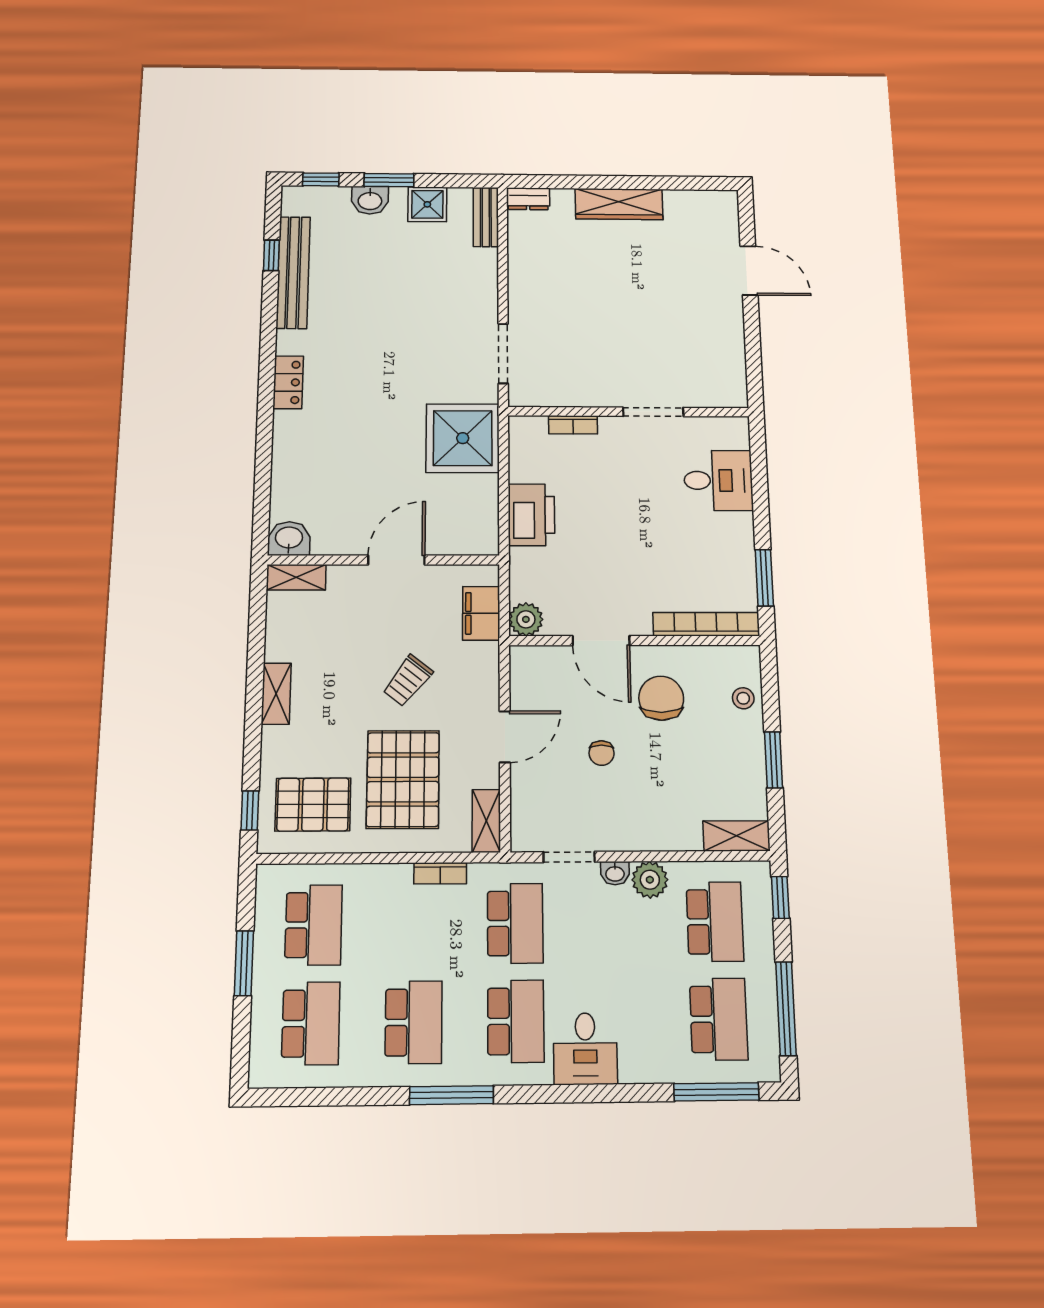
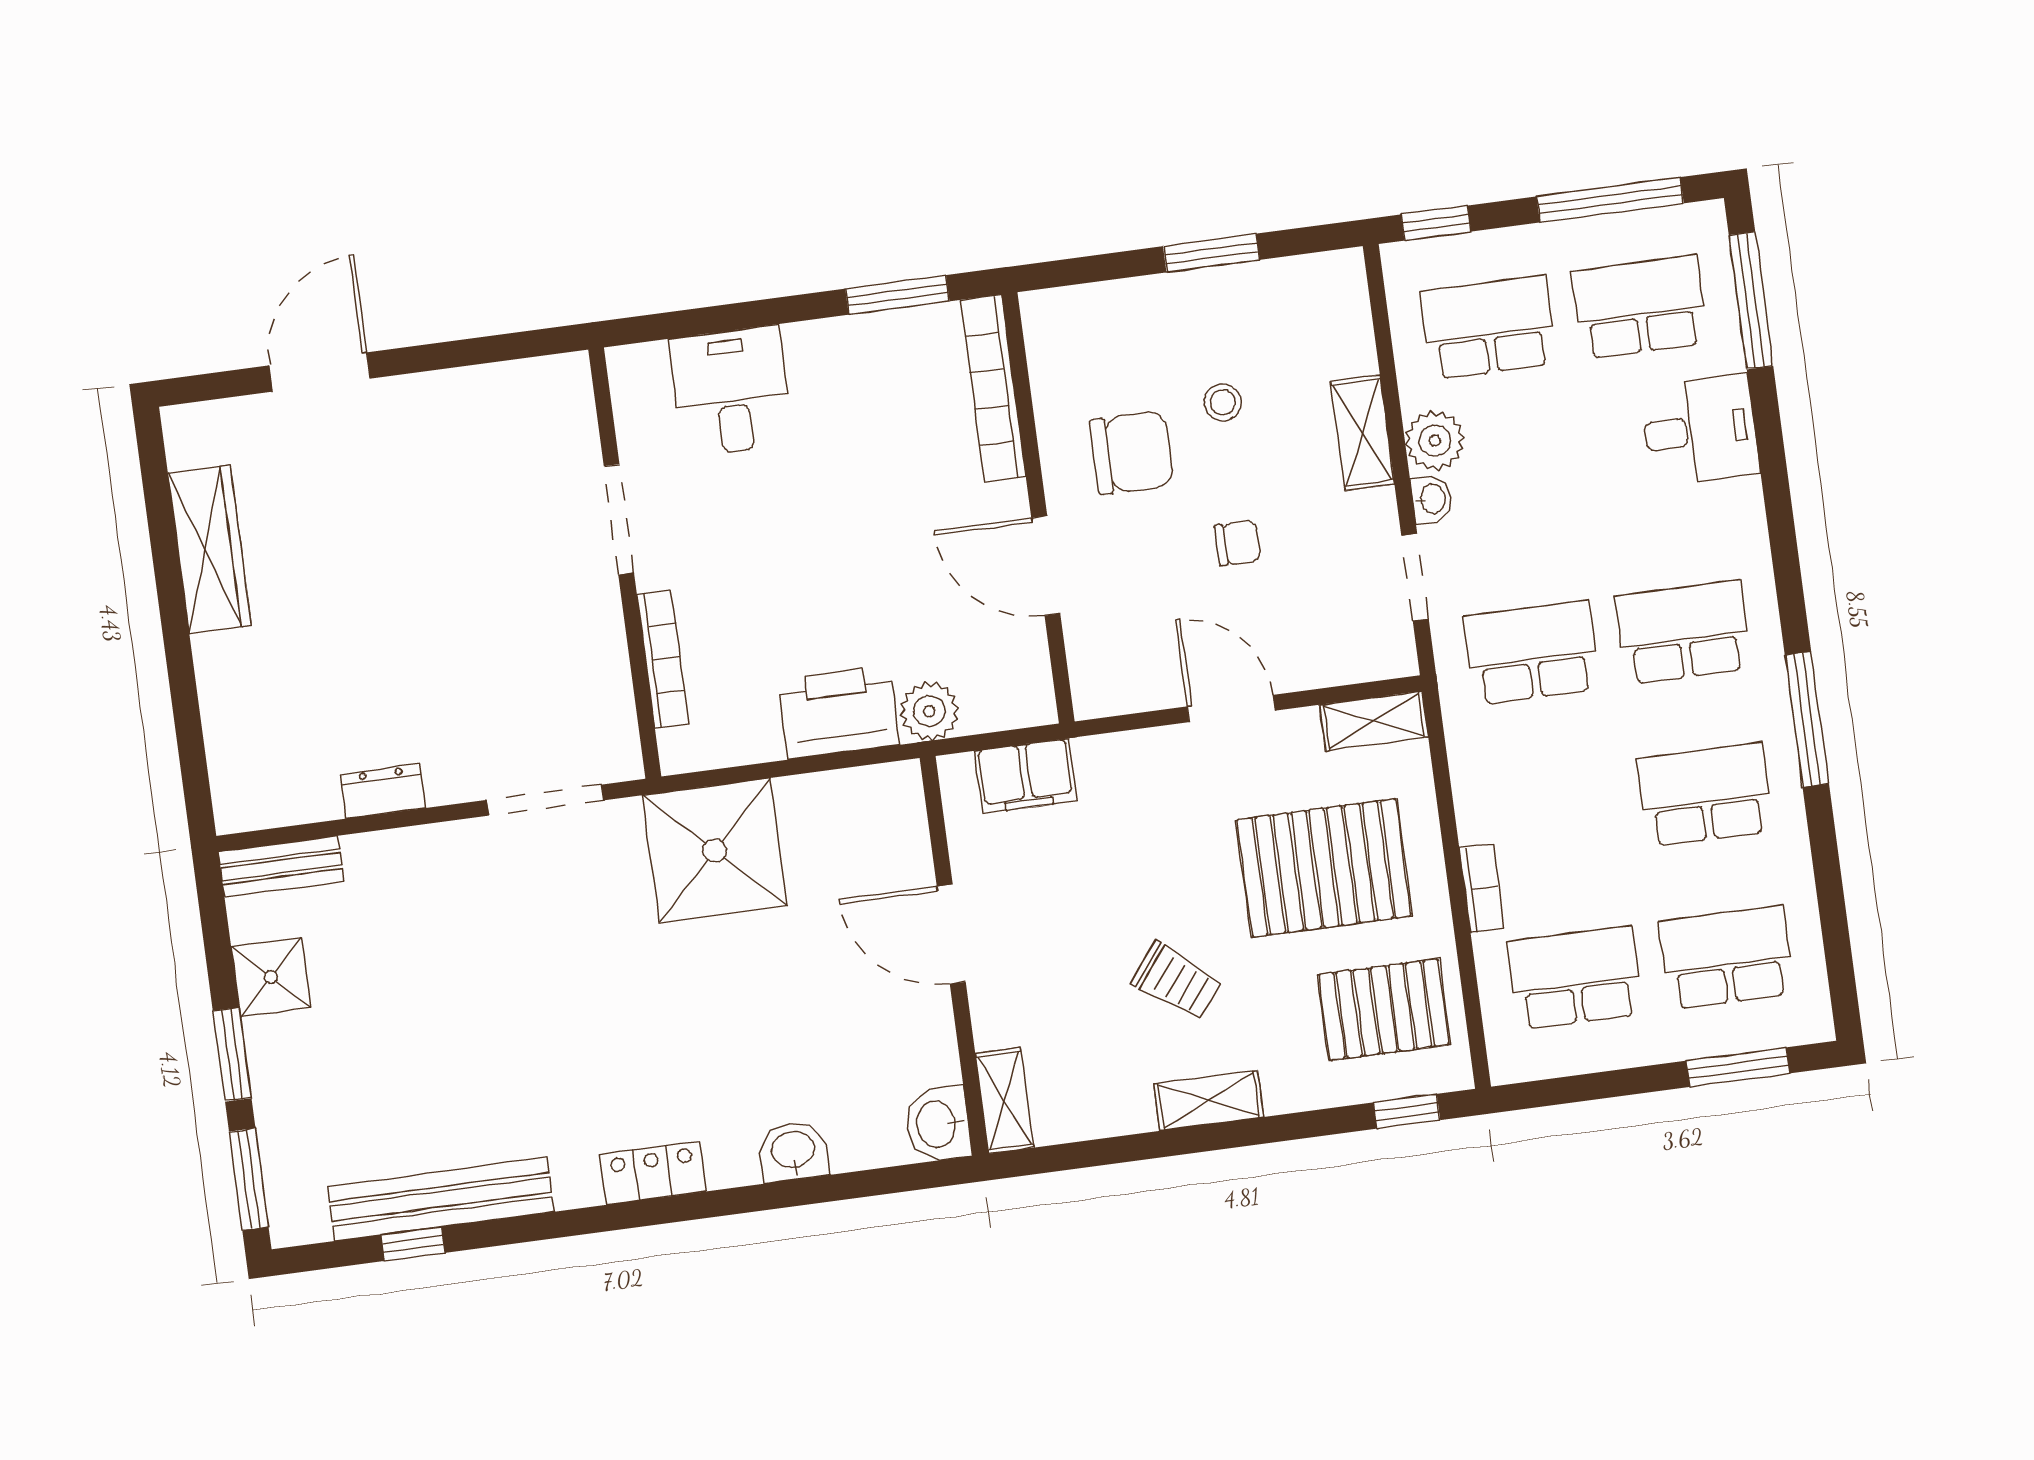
window: (321, 179) -> (249, 1179), width x1.50
dresser: (528, 199) -> (383, 791), moved, turned -90
washbasin: (370, 200) -> (793, 1151), moved, turned -90
wardrobe: (619, 204) -> (210, 549), moved
bookcase: (573, 425) -> (663, 659), width x1.56
plant: (526, 619) -> (929, 711), moved
door: (601, 641) -> (1046, 566), swing flipped
trolley: (408, 681) -> (1176, 981), moved
chair: (661, 698) -> (1132, 453), turned 180
stool: (743, 698) -> (1223, 402), moved
pallet: (313, 804) -> (1384, 1010), turned 90
shelving: (736, 836) -> (1363, 433), moved
bookcase: (440, 873) -> (1482, 888), moved
window: (244, 963) -> (1738, 1067), moved
desk: (585, 1049) -> (1700, 430), moved

